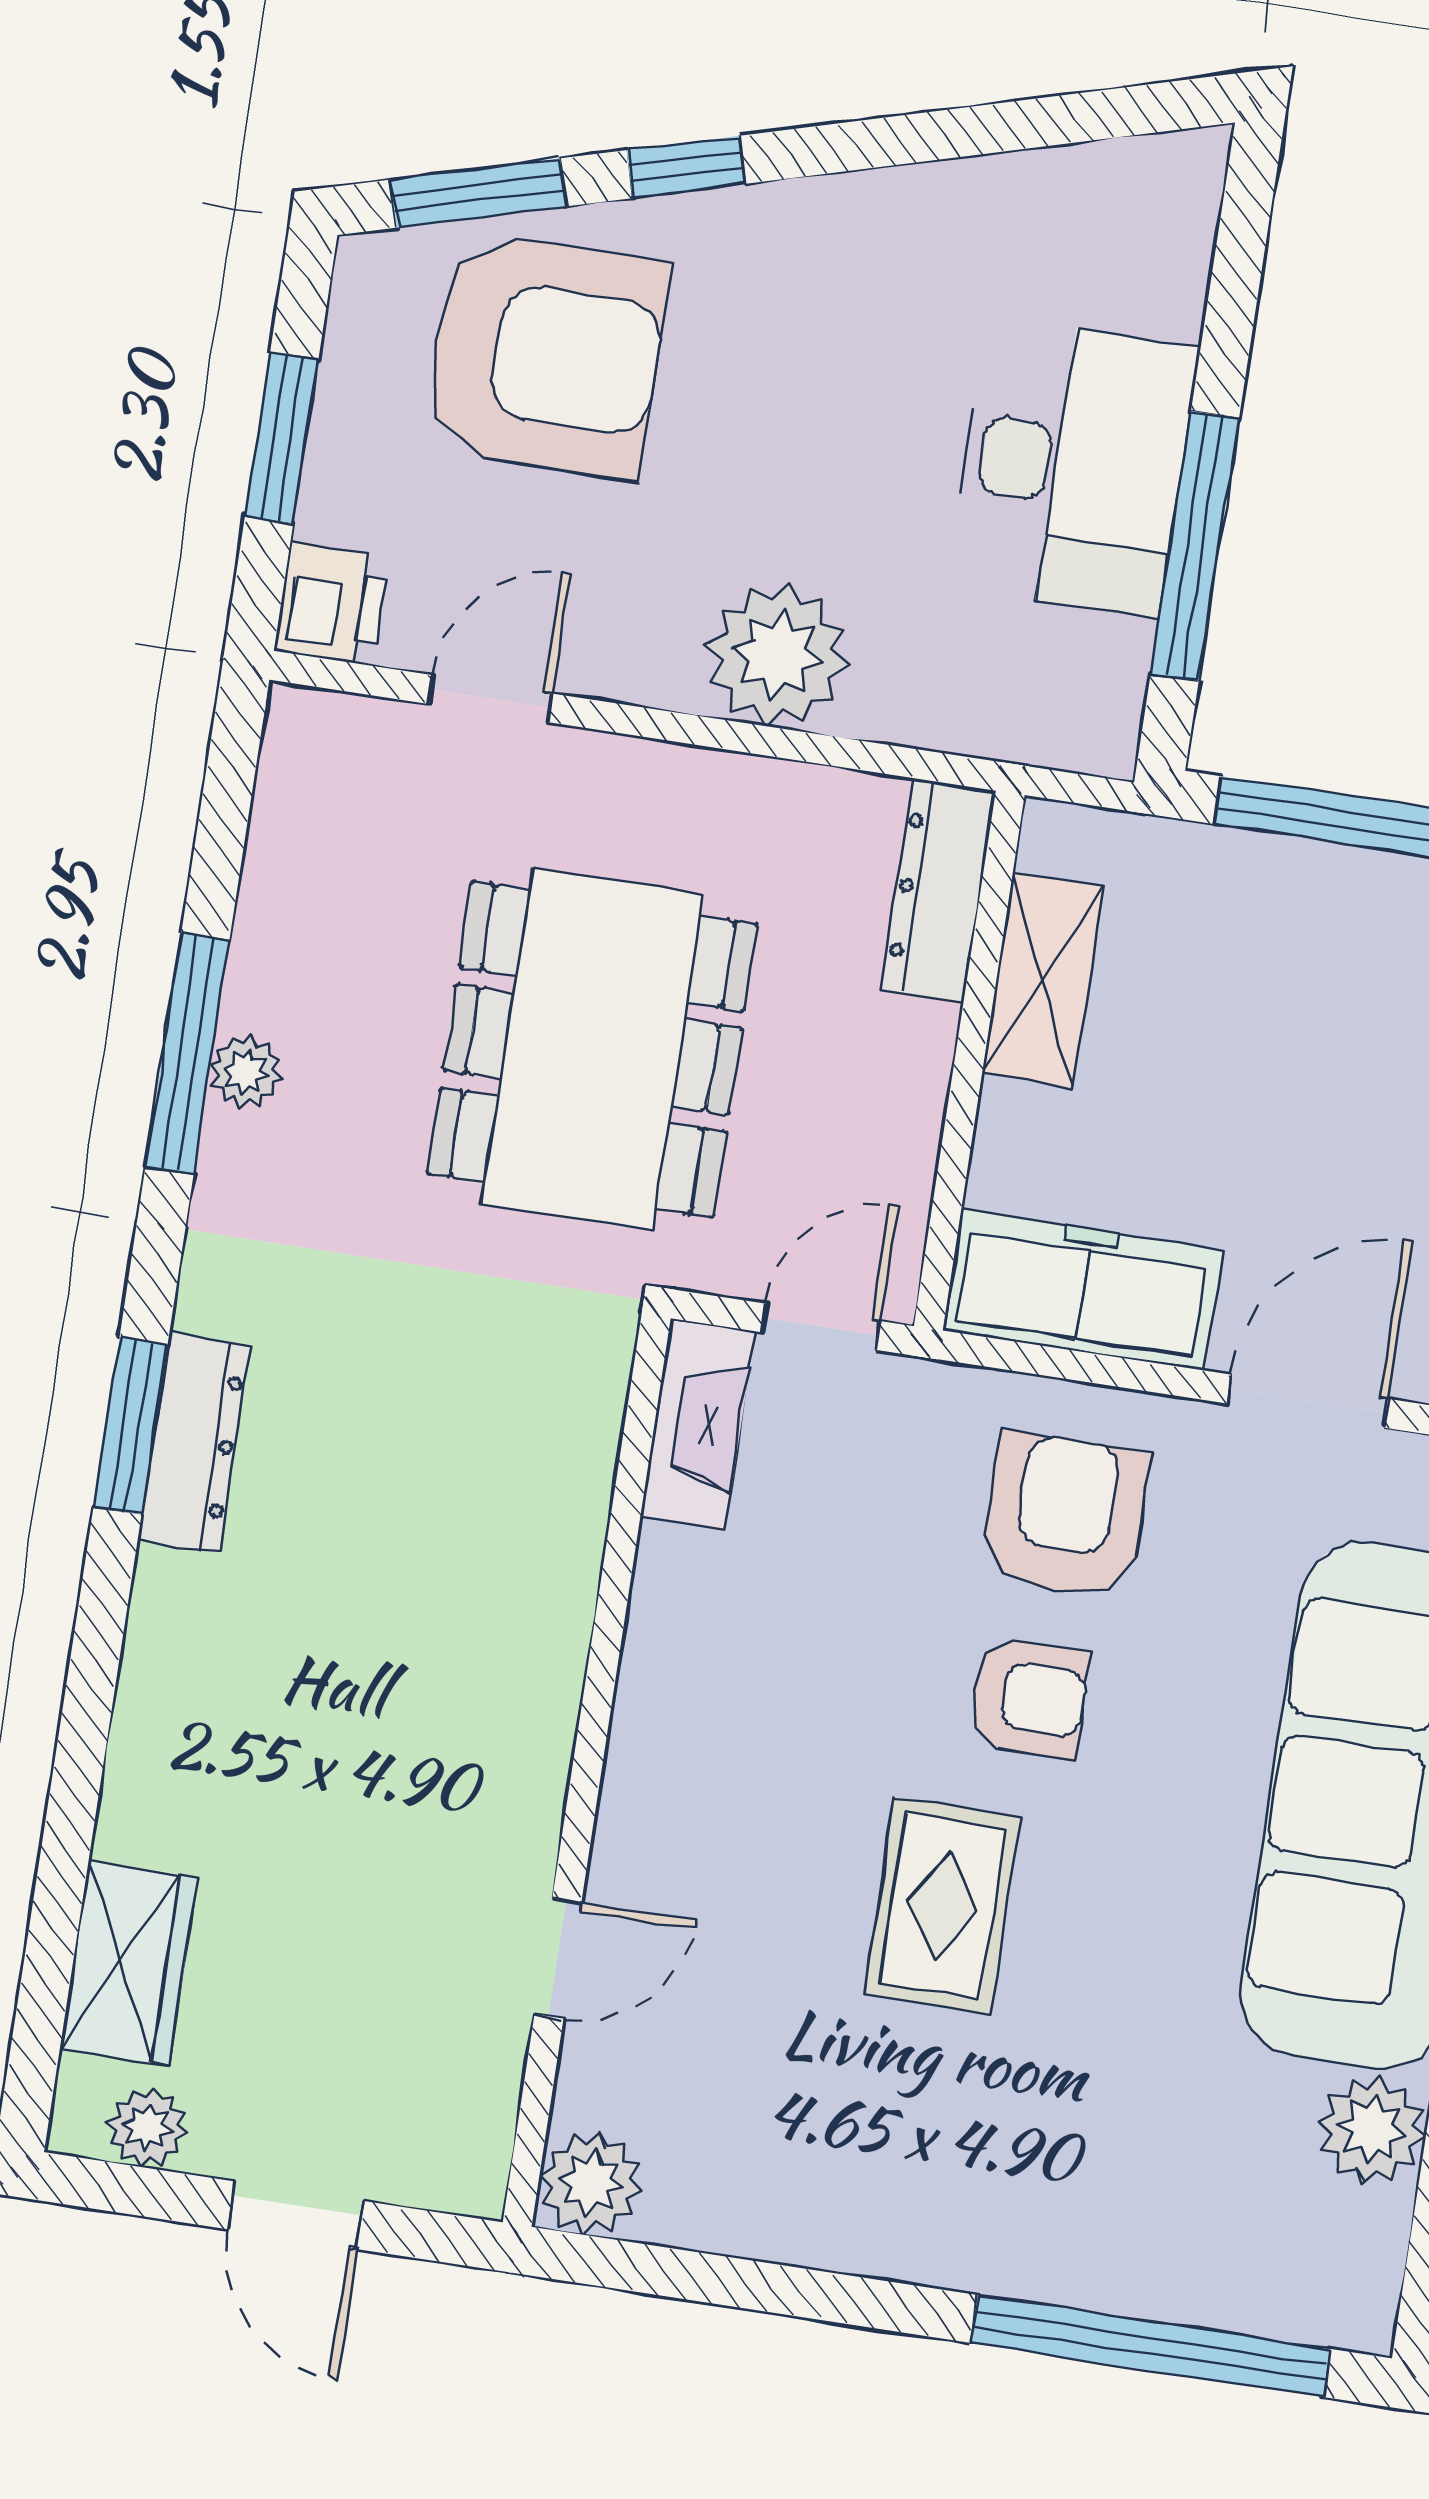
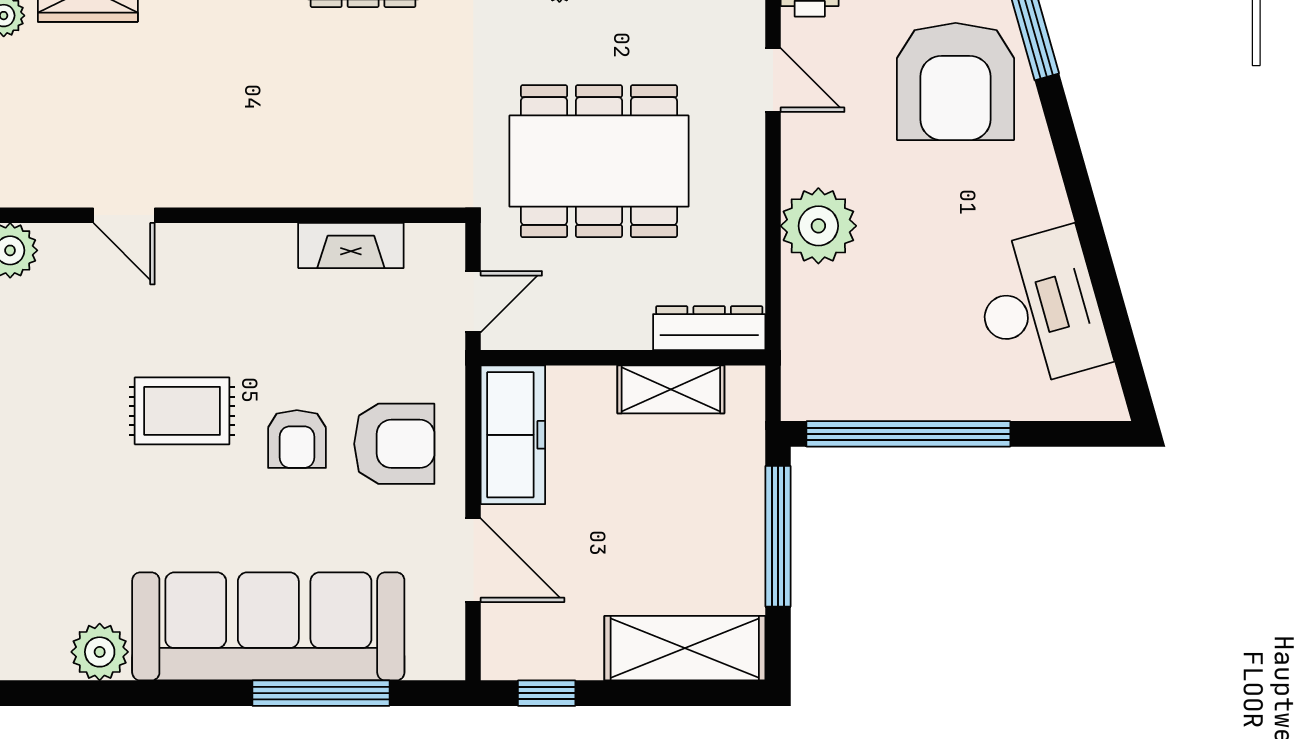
window: (686, 167) -> (1065, 139), removed
desk: (1073, 467) -> (1040, 308), moved, turned -106
window: (1195, 546) -> (908, 434), width x1.46
door: (821, 1327) -> (473, 302), hinge flipped
fireplace: (698, 1424) -> (351, 246), moved

